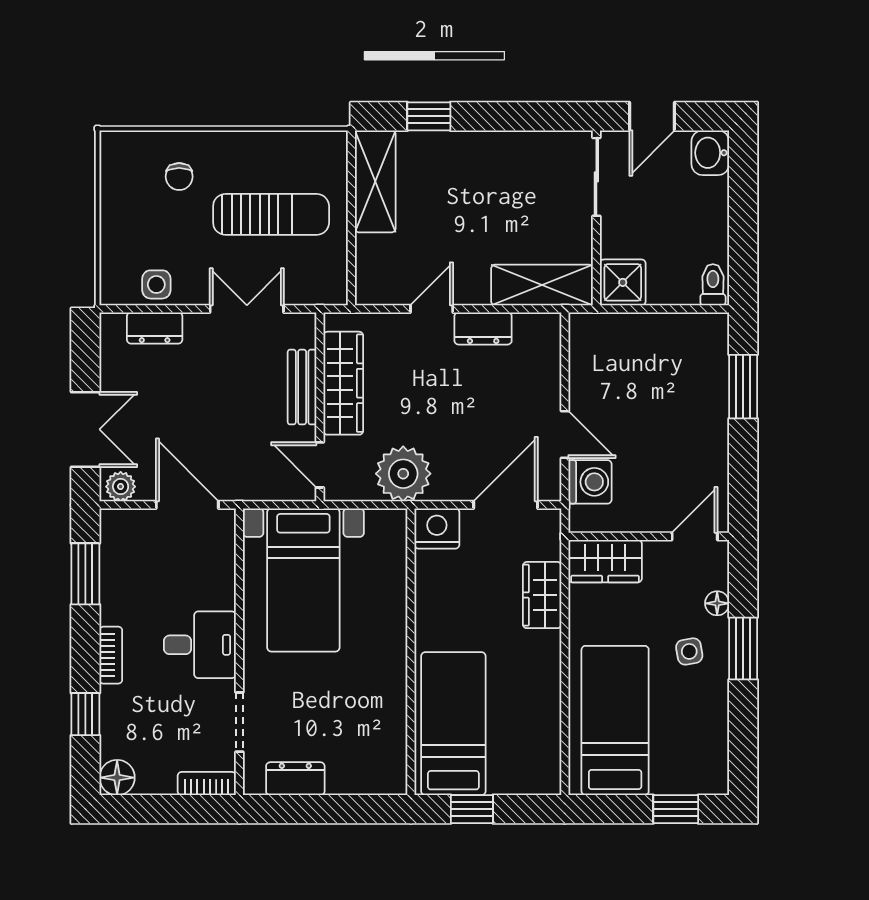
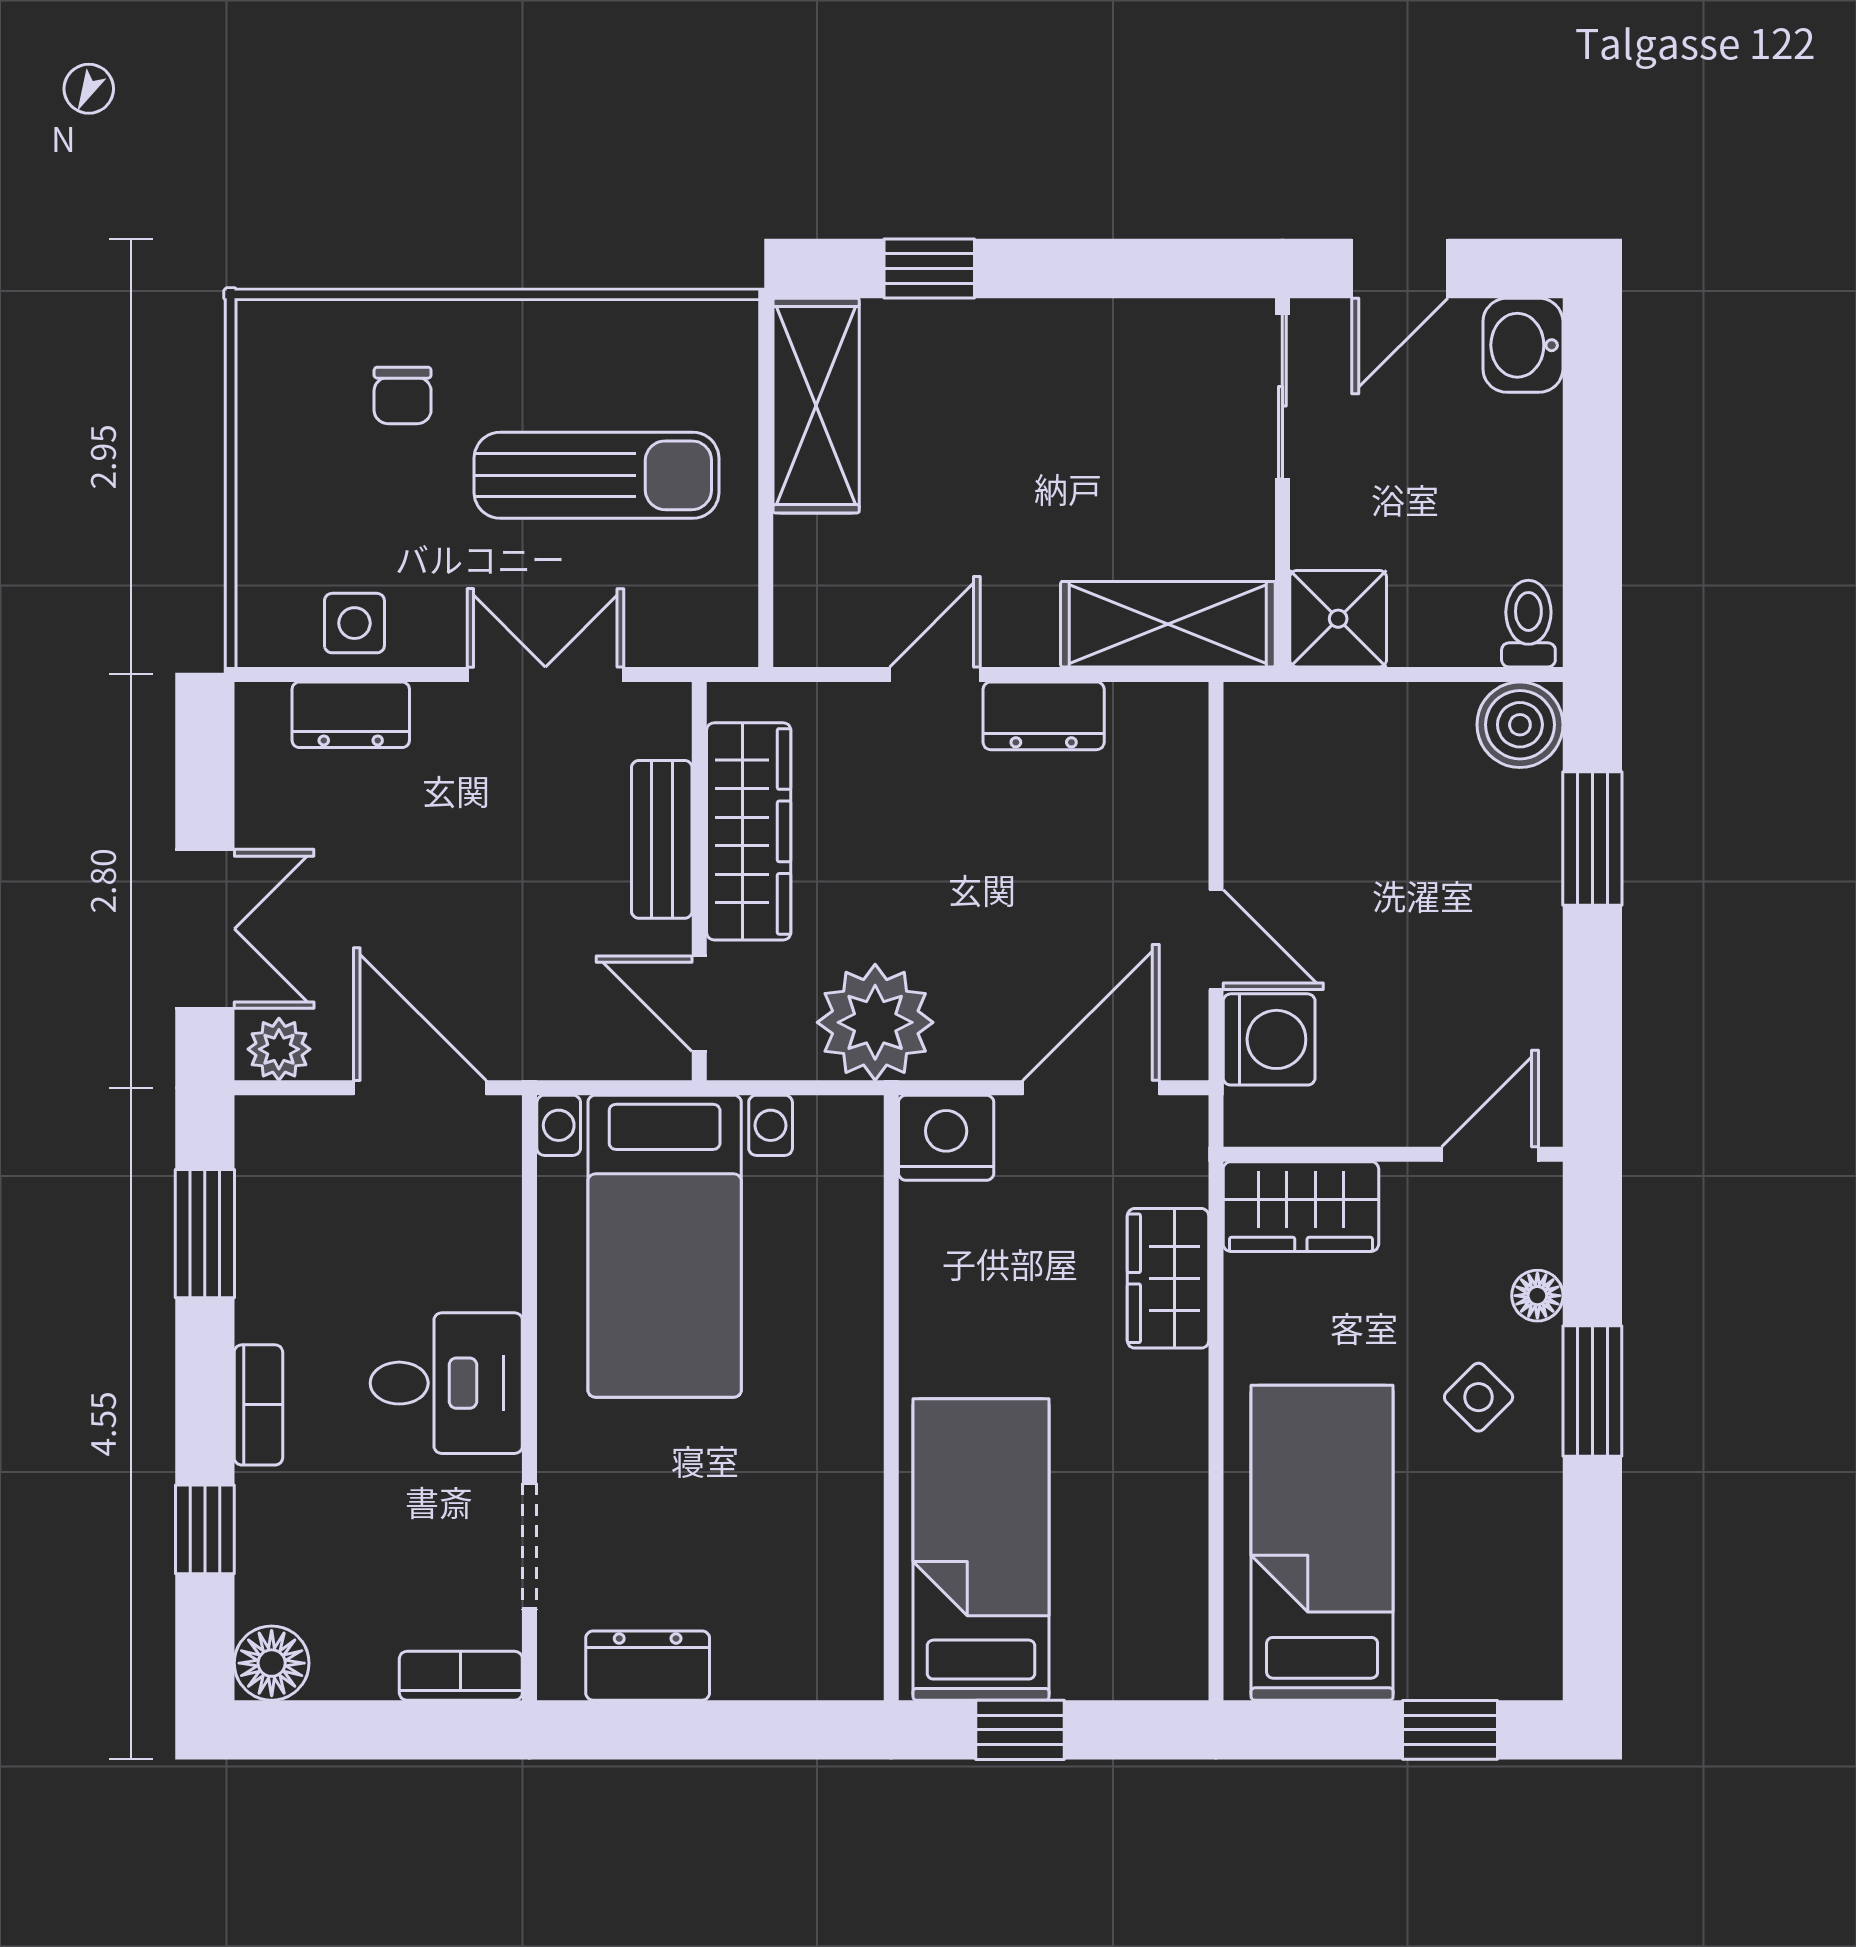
boiler: (709, 333) -> (1520, 725), added
side table: (689, 651) -> (1479, 1397), turned -35

